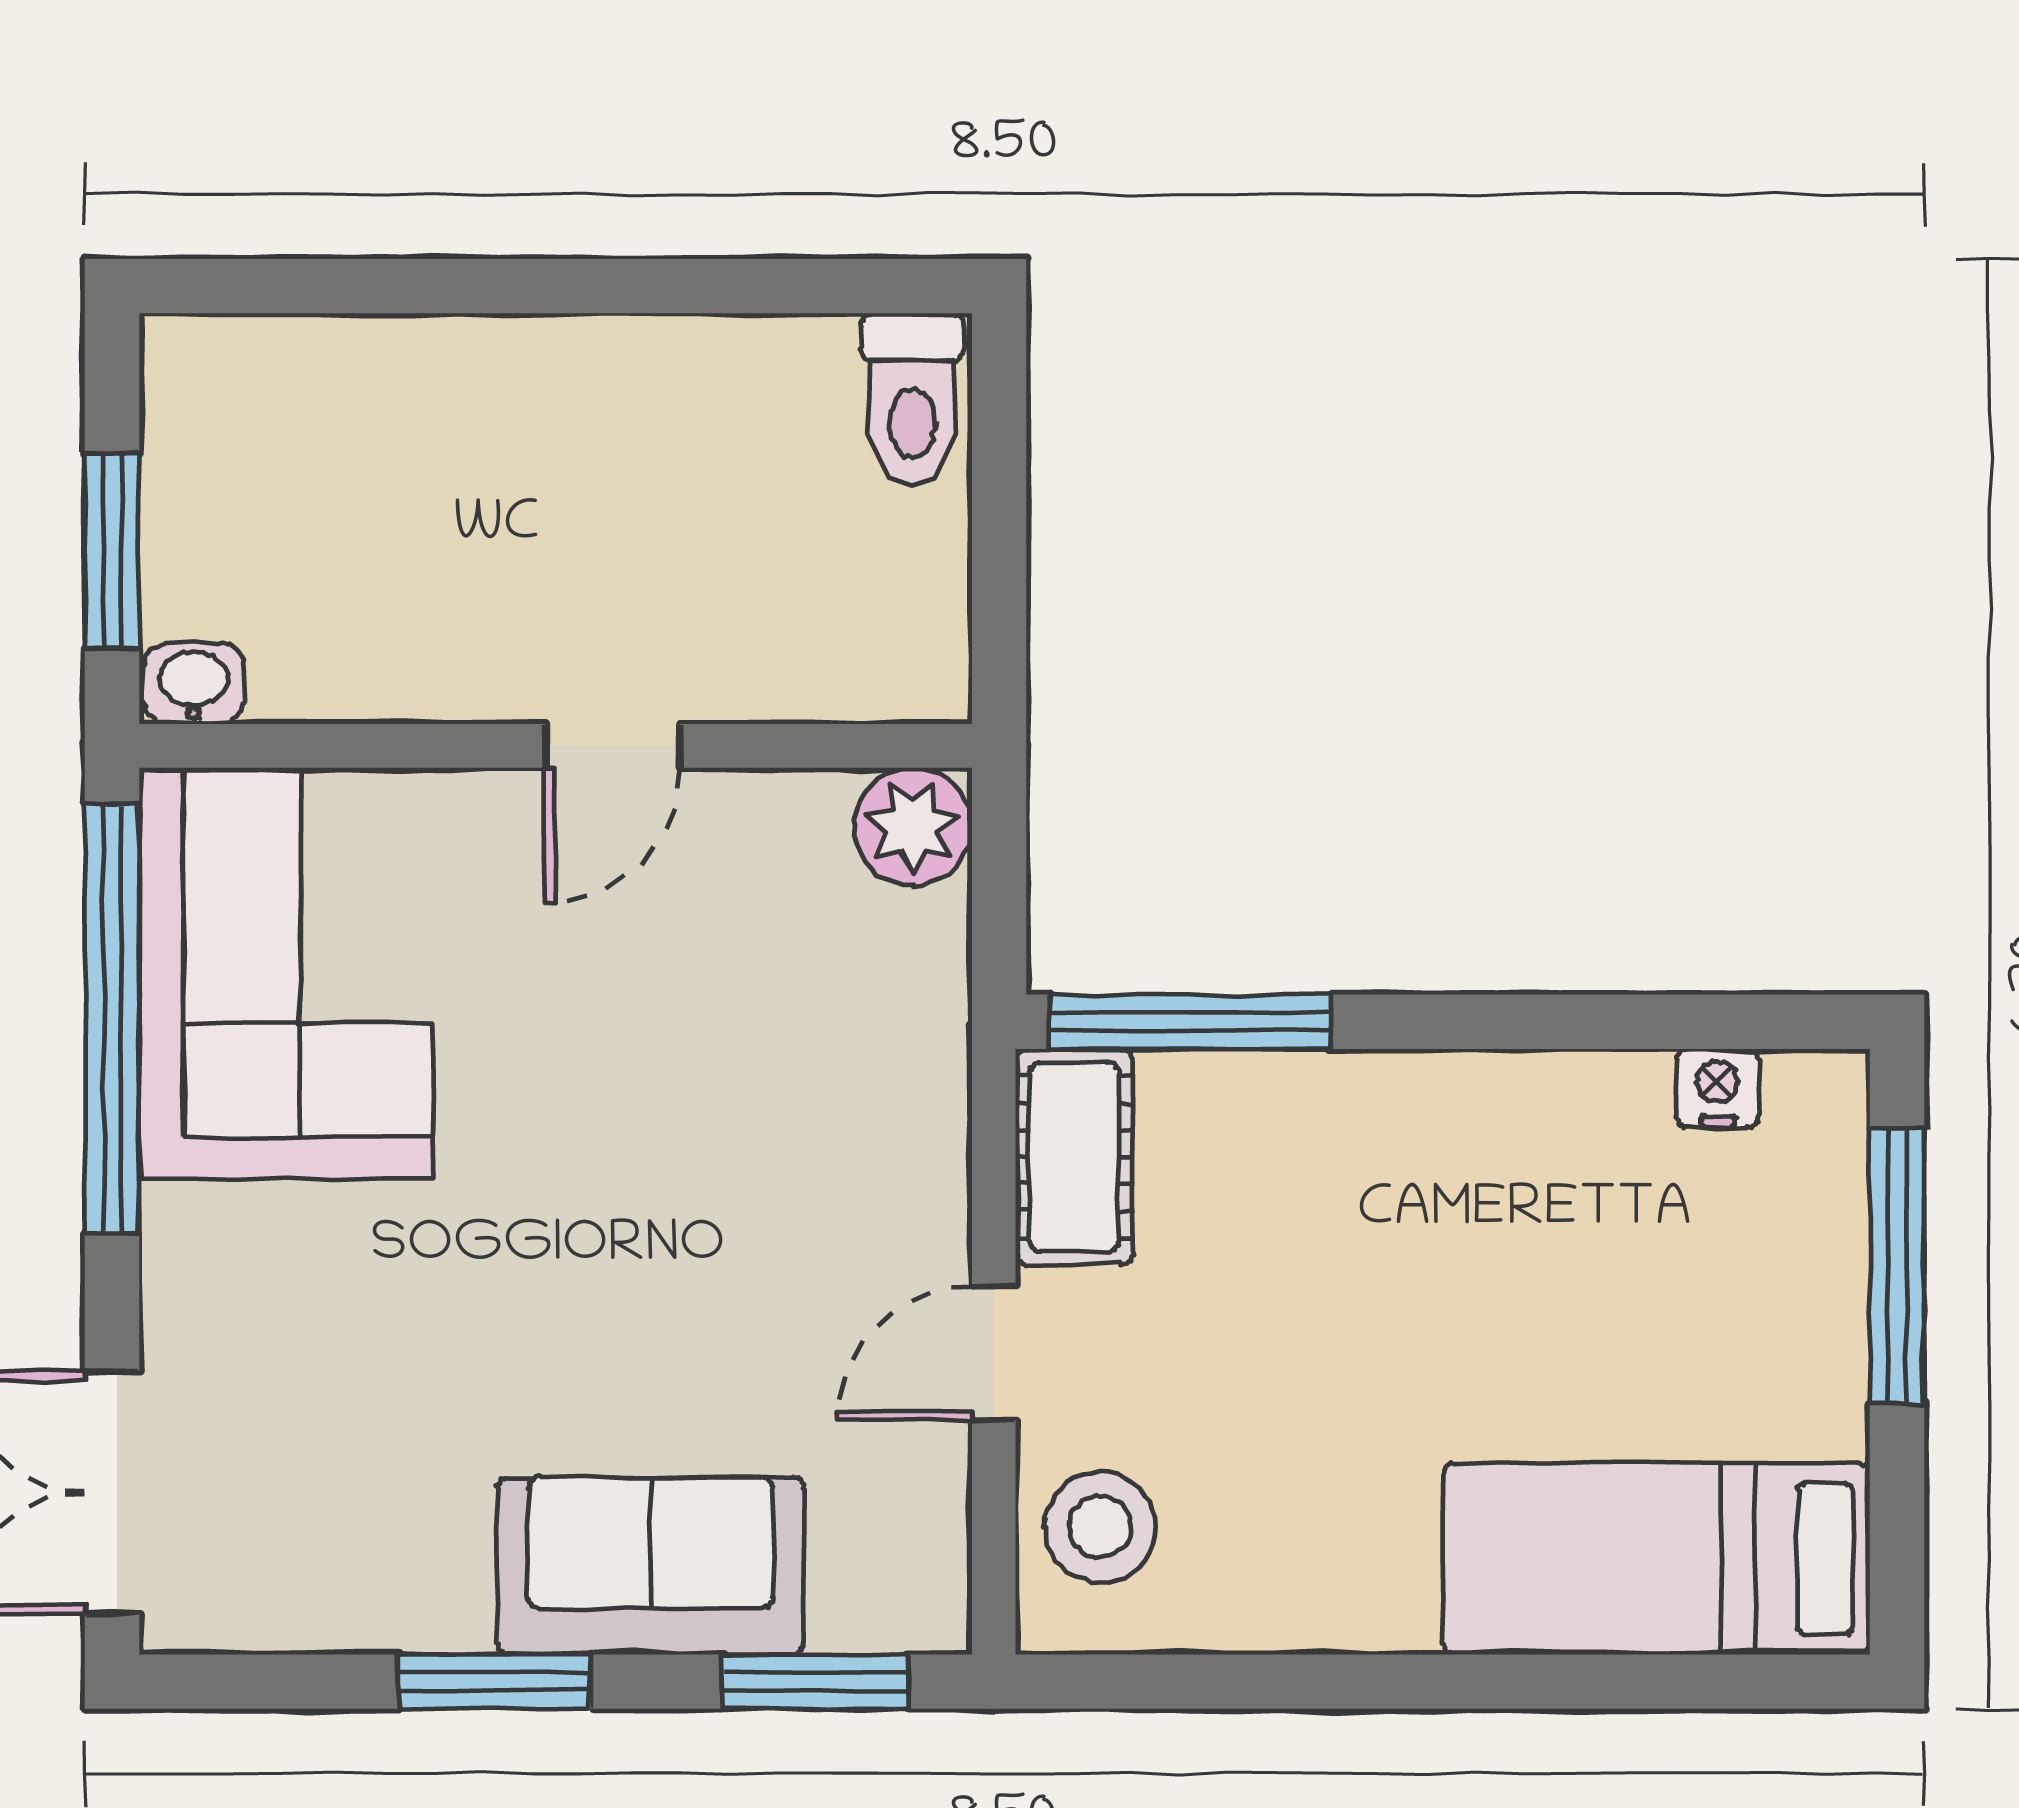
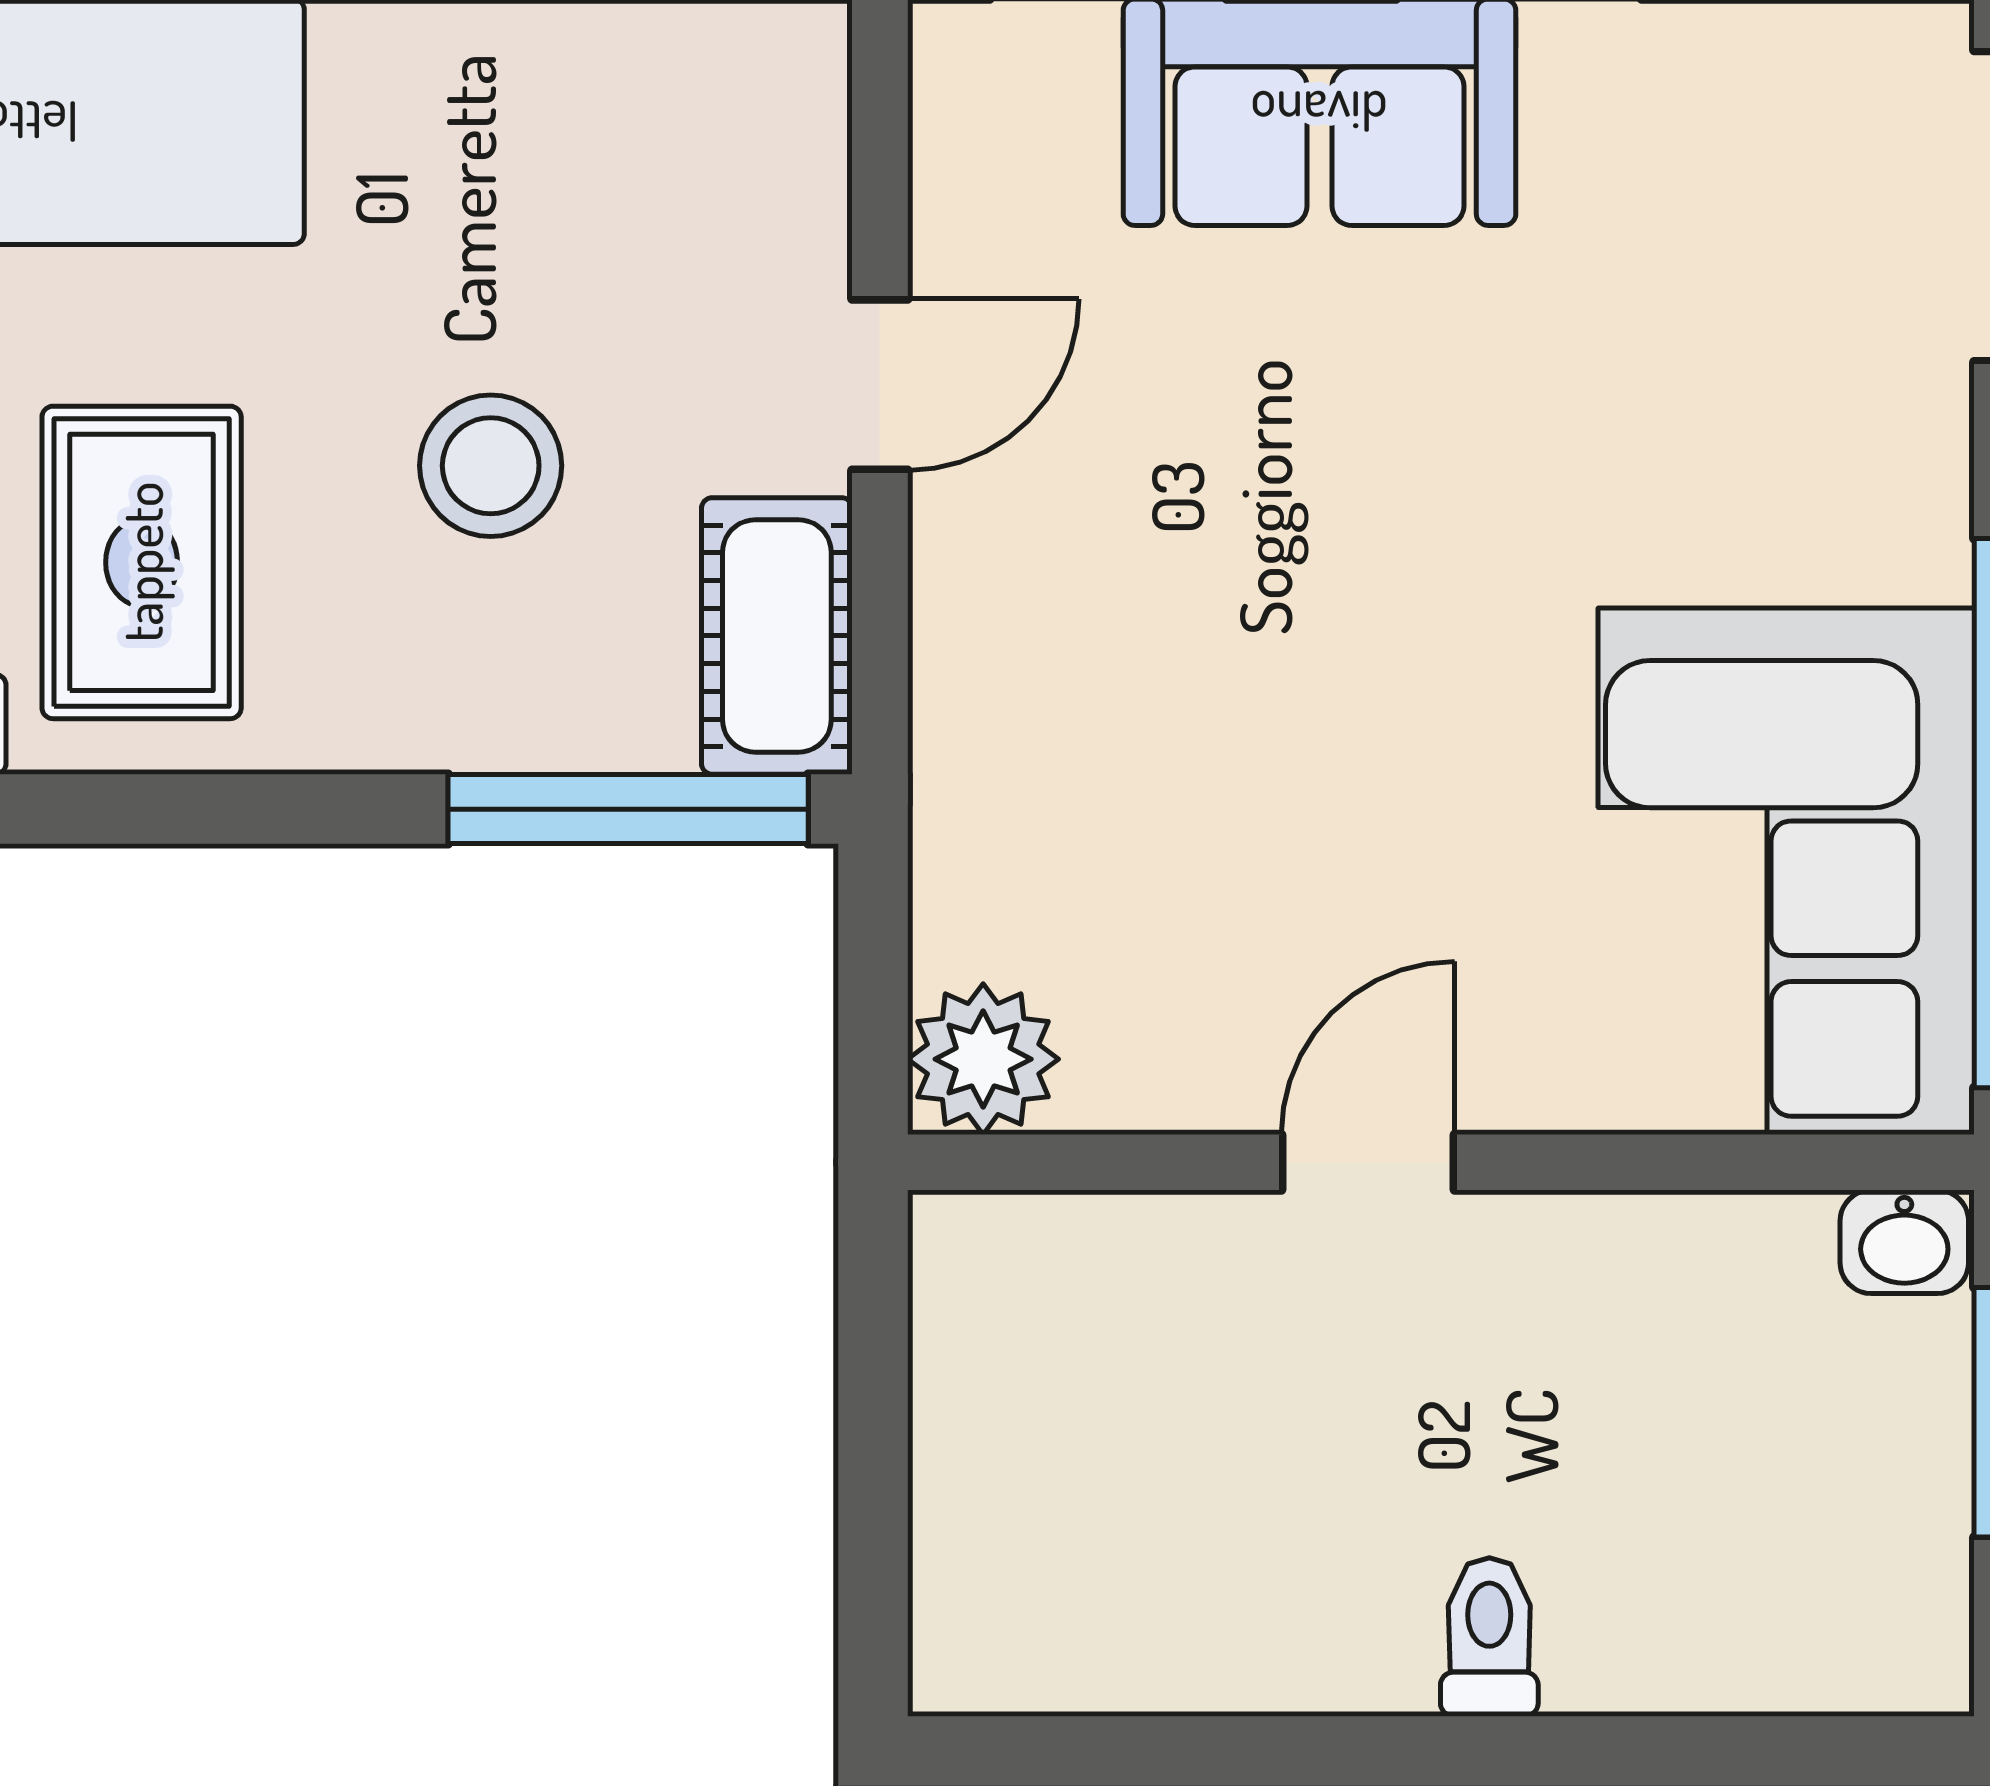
toilet: (912, 399) -> (1489, 1637), moved, width x0.73, depth x0.72
rug: (1570, 1214) -> (142, 562), added
stool: (1100, 1527) -> (491, 466), moved

